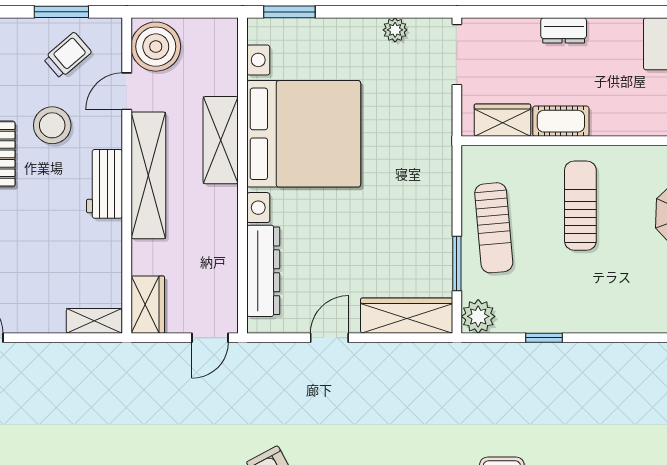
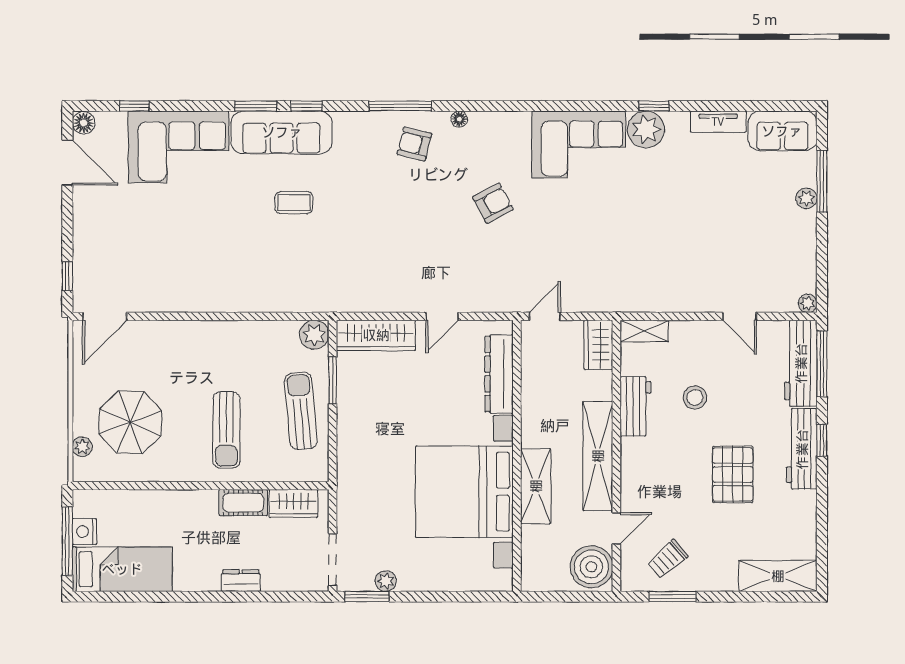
window: (289, 12) -> (367, 597), moved
stool: (52, 125) -> (695, 397), moved, width x0.73, depth x0.73
workbench: (104, 184) -> (636, 406), moved
window: (544, 338) -> (258, 316), removed

